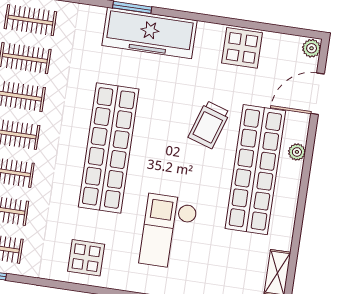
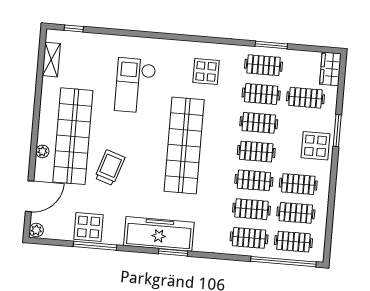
window: (235, 23) -> (95, 246), added
checkout: (168, 232) -> (135, 85), turned 180
display table: (86, 258) -> (206, 71), moved

